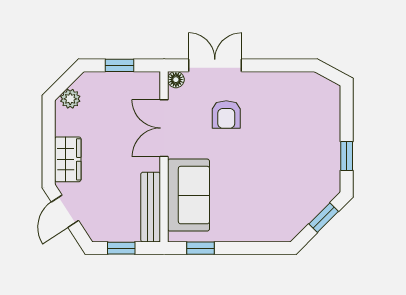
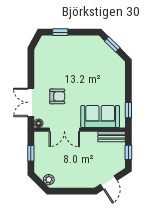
window: (347, 156) -> (60, 32), moved
wardrobe: (68, 159) -> (81, 181), removed
bench: (151, 207) -> (112, 137), width x0.73
door: (65, 211) -> (109, 182), hinge flipped

